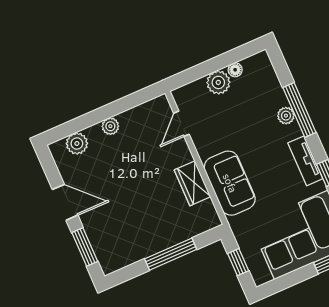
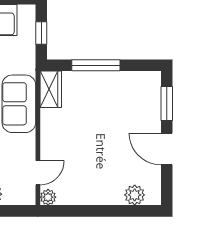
plant: (110, 126) -> (48, 197), moved
wardrobe: (192, 183) -> (51, 89), moved

